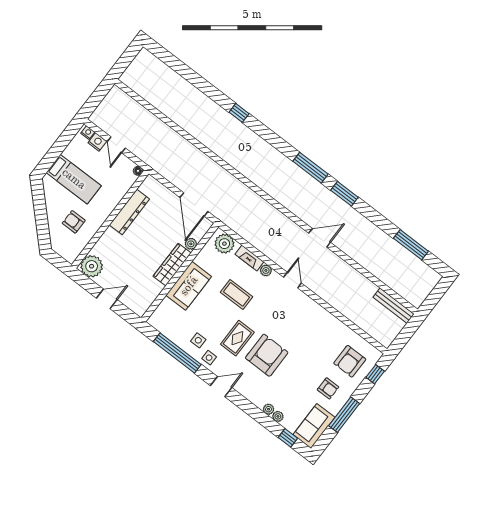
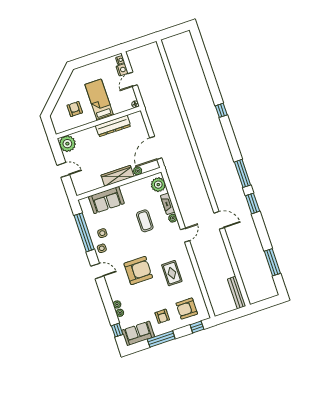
bed: (74, 179) -> (99, 100), moved, turned 180
sofa: (189, 286) -> (106, 200), moved
rug: (237, 338) -> (172, 273), moved, turned 90

